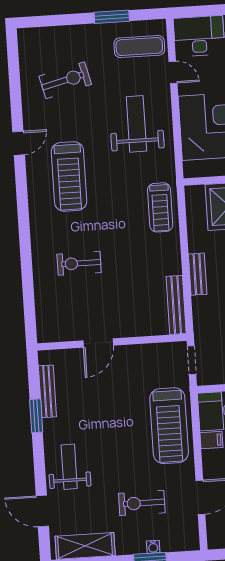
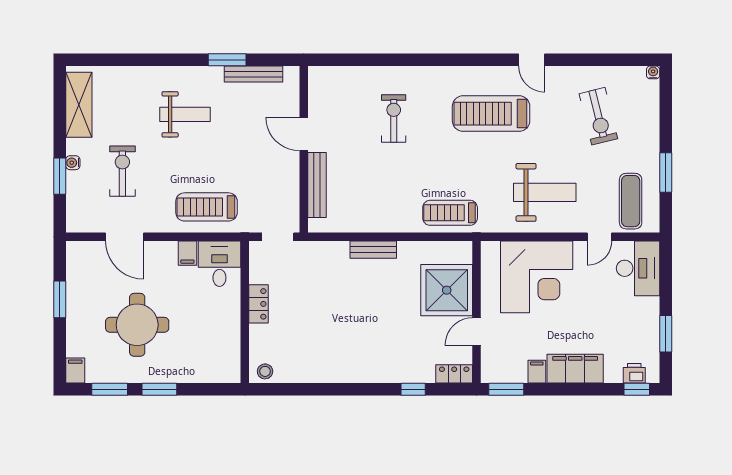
water cooler: (23, 34) -> (653, 72), added
bench: (176, 305) -> (317, 185), moved, turned 90
treadmill: (169, 426) -> (207, 207), width x0.73, depth x0.73
weight bench: (69, 467) -> (185, 114), moved
door: (42, 511) -> (121, 60), removed
water cooler: (153, 547) -> (73, 163), moved

